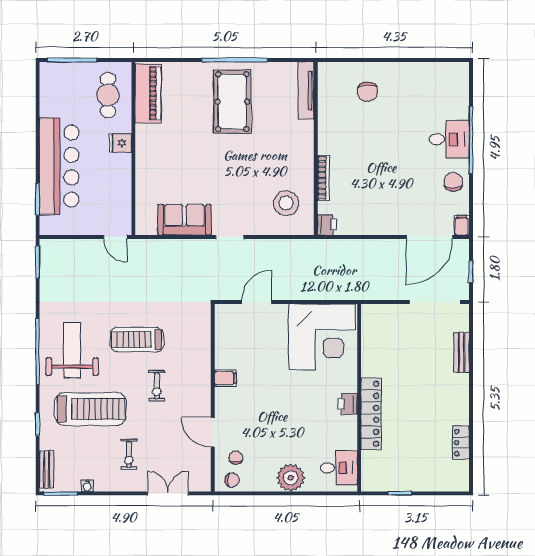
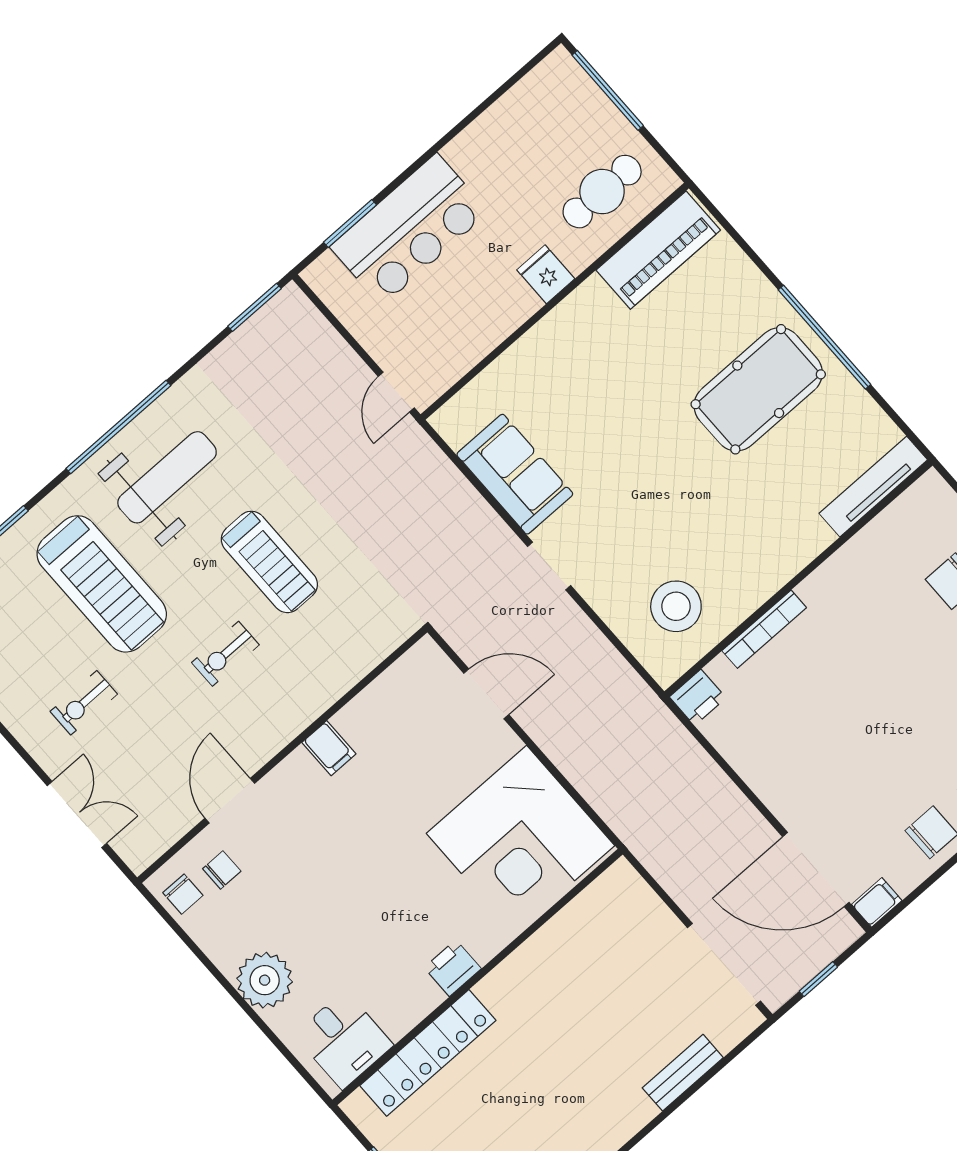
bar counter: (59, 166) -> (409, 229), width x0.73
treadmill: (137, 340) -> (269, 562), turned 180
locker: (371, 414) -> (428, 1053), moved

